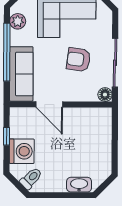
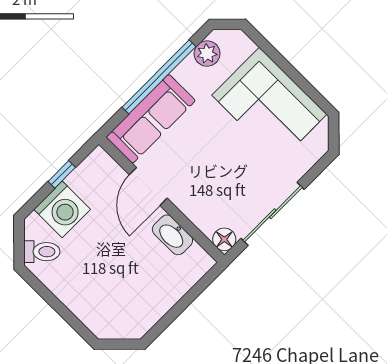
armchair: (79, 60) -> (234, 168), removed
washbasin: (79, 185) -> (172, 235), moved, turned 180

